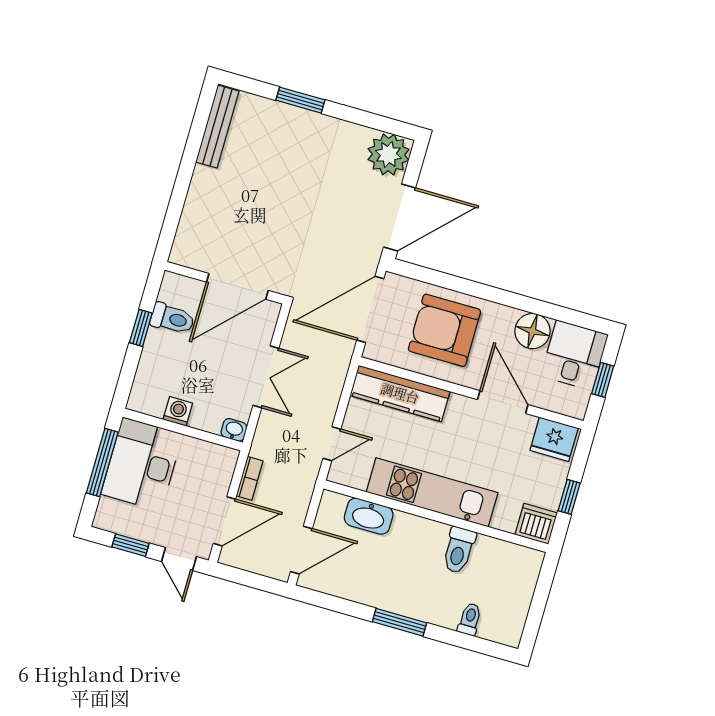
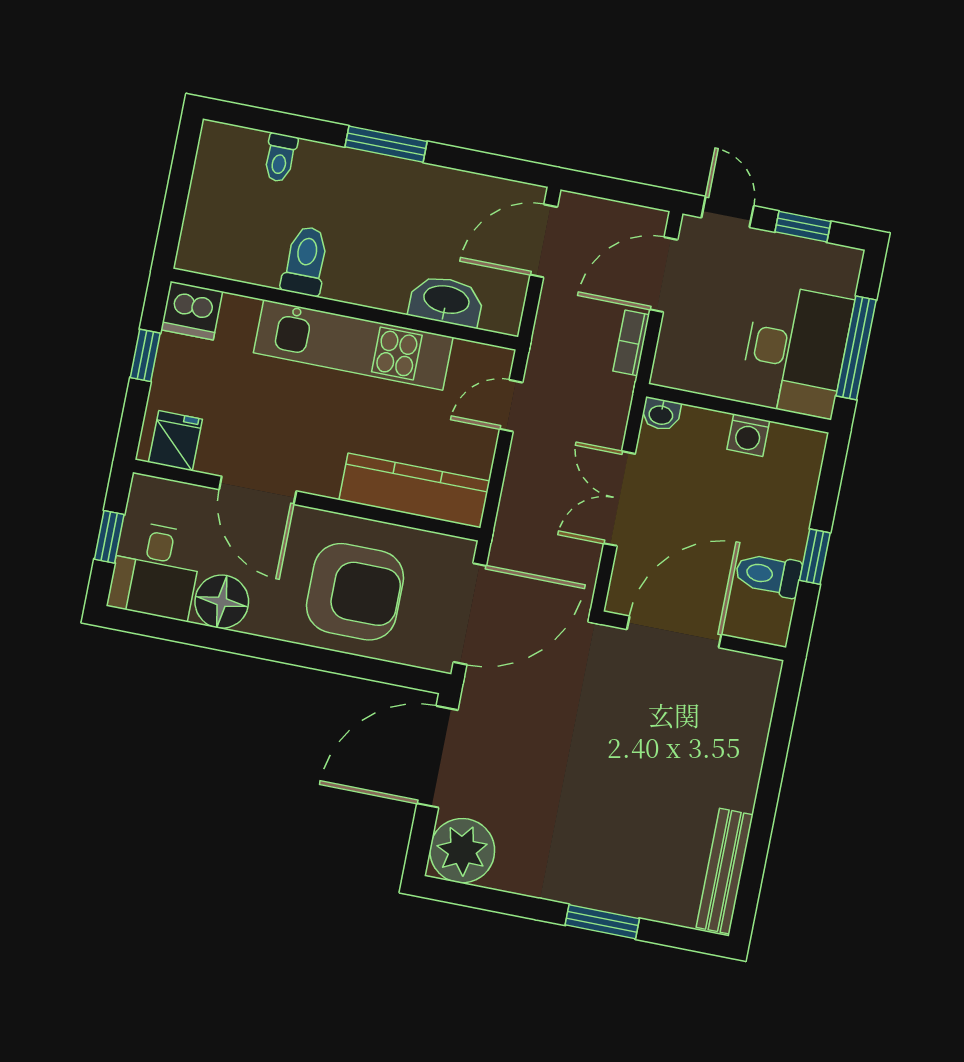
fridge: (554, 439) -> (175, 441), width x0.72

